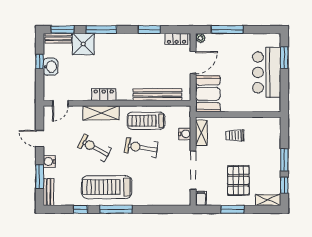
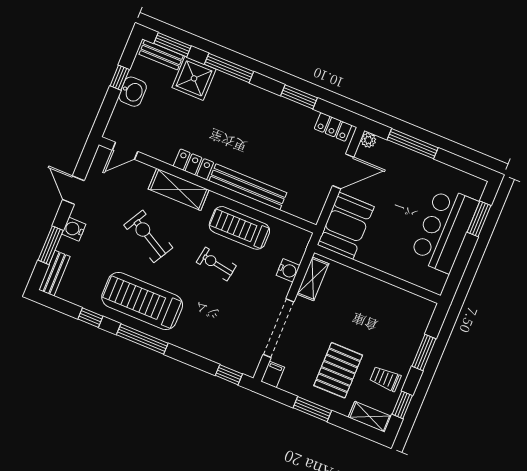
bench: (157, 95) -> (248, 187), moved
trolley: (235, 135) -> (385, 379), moved
exercise bike: (141, 147) -> (216, 264), width x0.73, depth x0.72
window: (284, 160) -> (424, 352), moved
window: (175, 209) -> (229, 375), added

